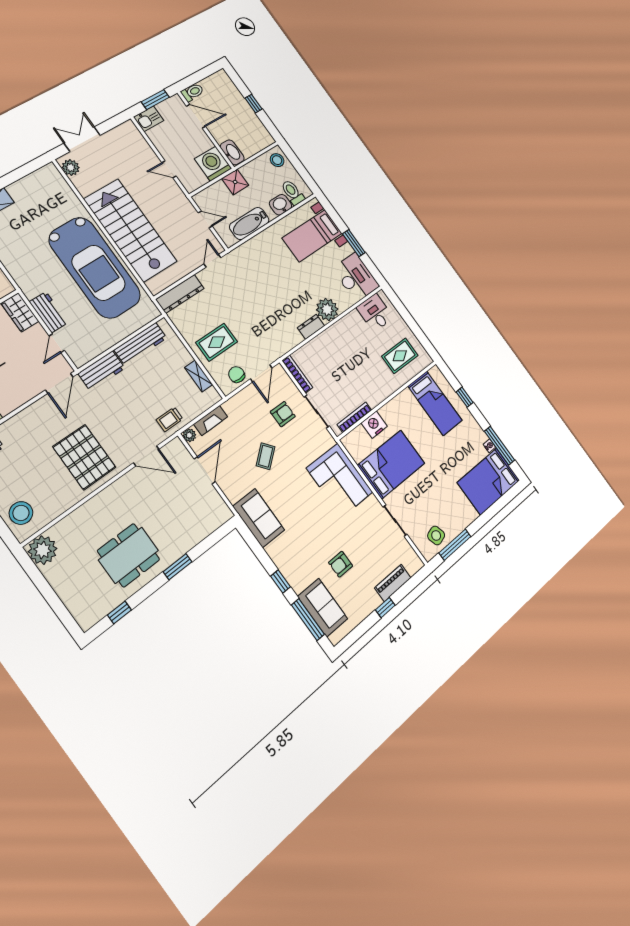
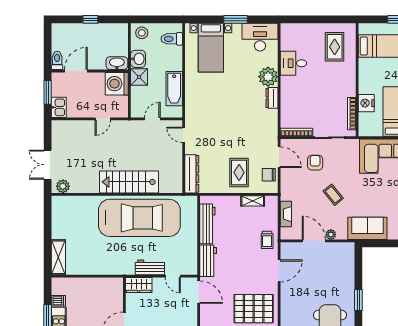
washbasin: (281, 205) -> (138, 59), moved, turned 180
stairs: (131, 230) -> (129, 182), width x0.73, depth x0.66
desk: (375, 313) -> (293, 63), moved
plant: (189, 435) -> (331, 235), moved

